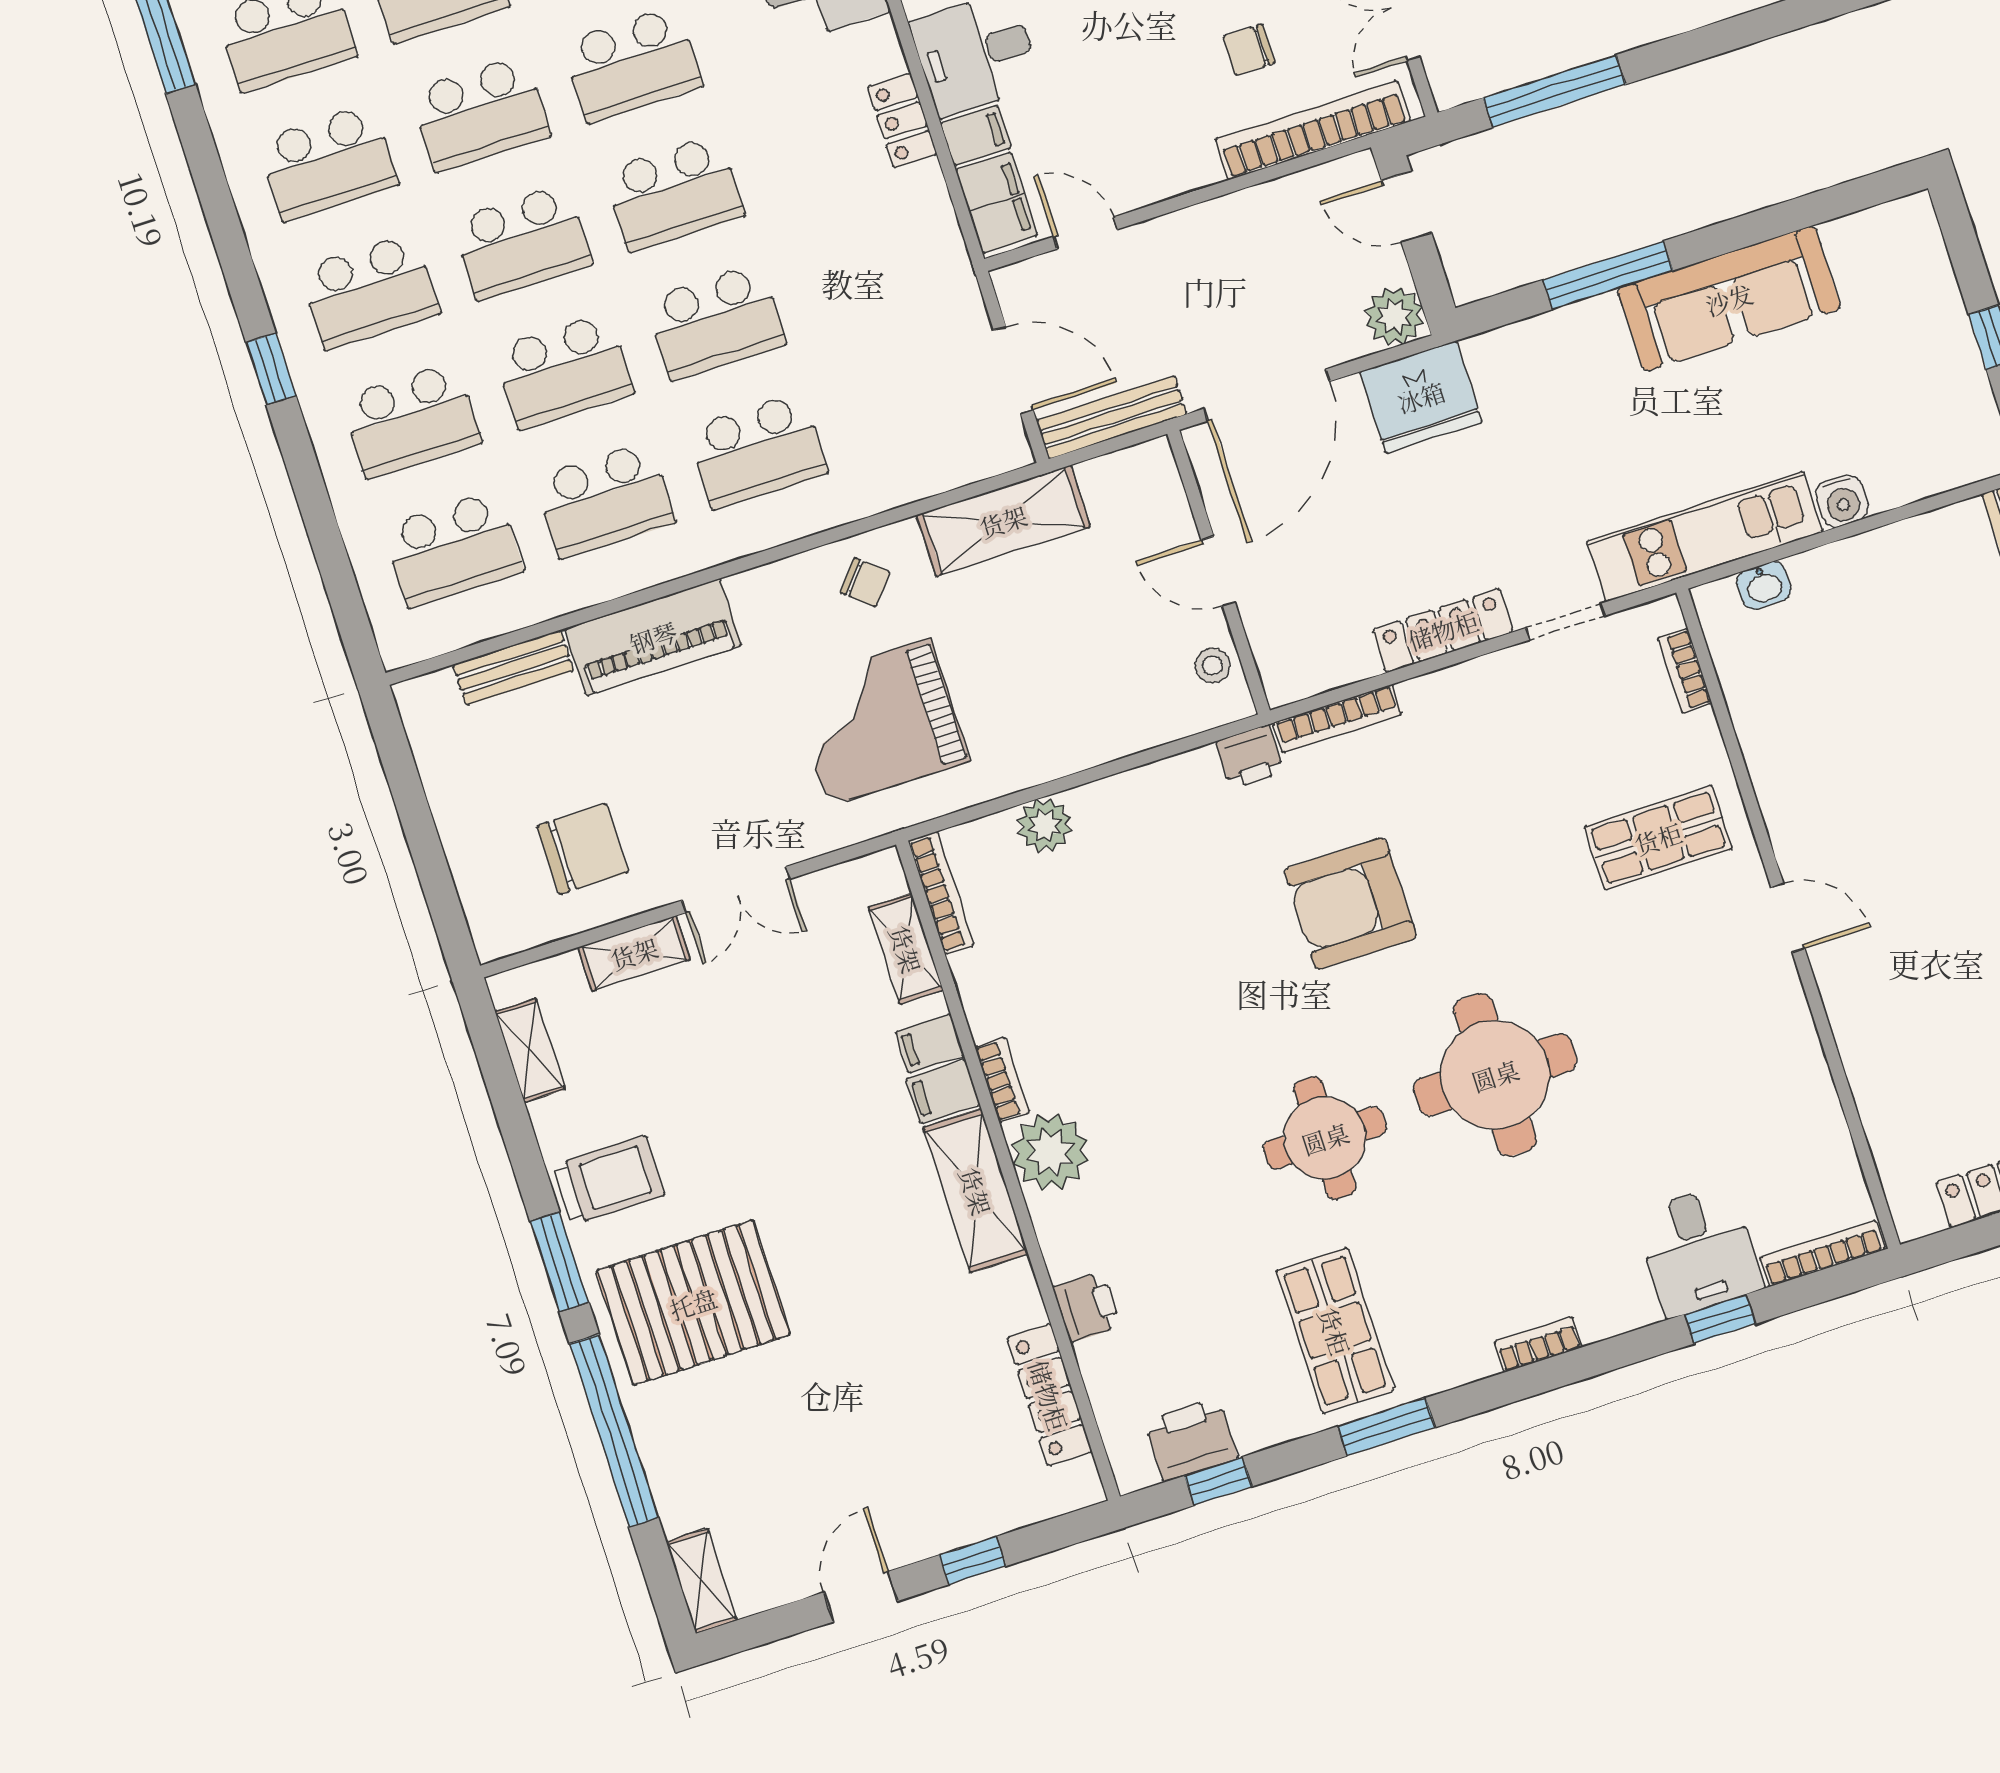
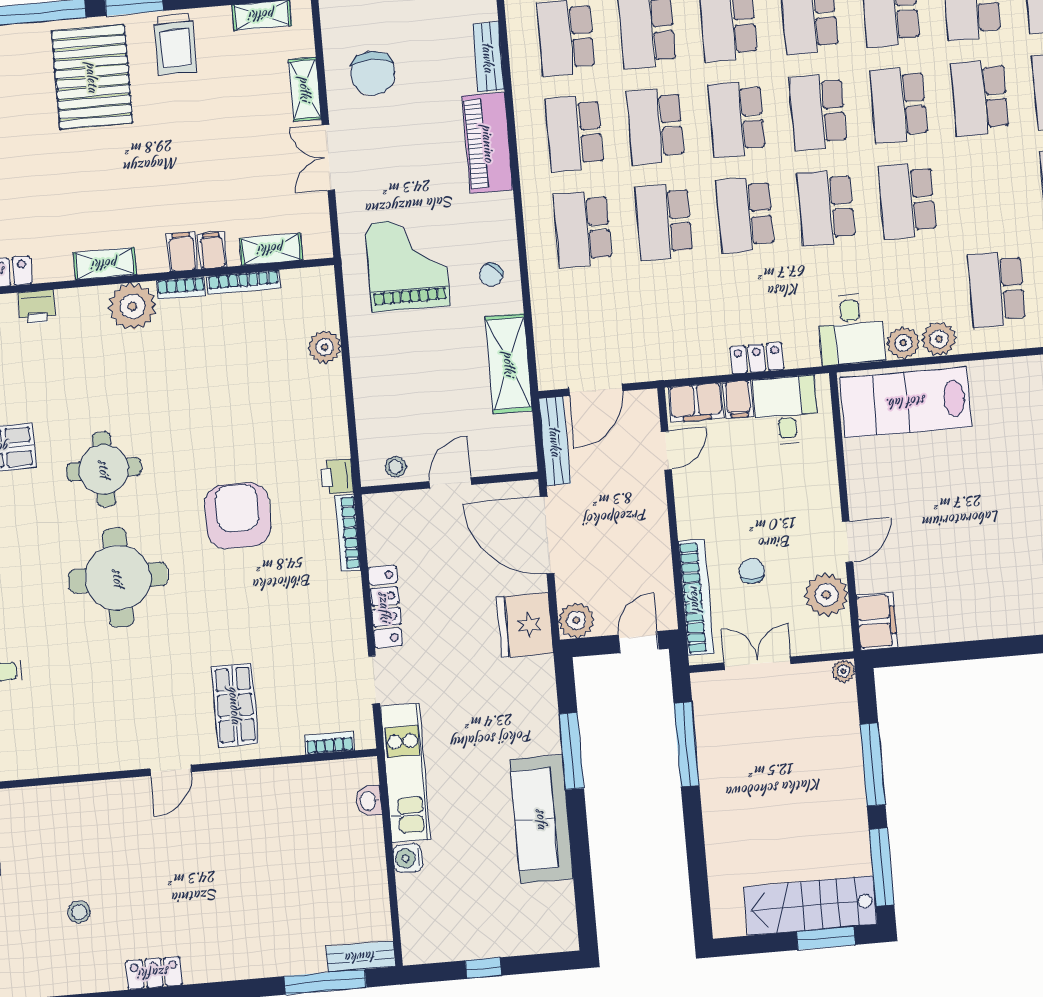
bookcase: (941, 893) -> (243, 282), moved
shelving: (976, 1191) -> (105, 264), width x0.67, depth x0.75

